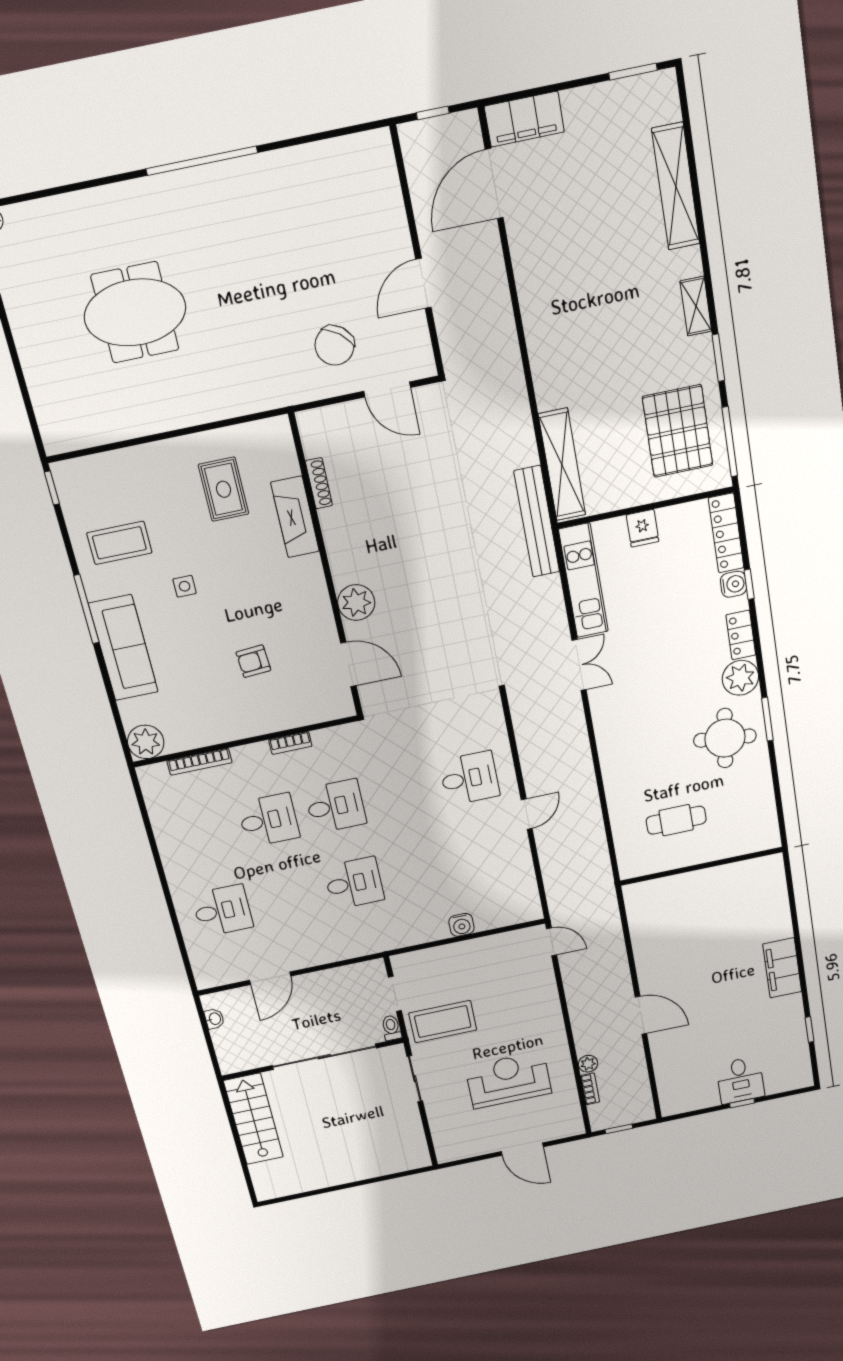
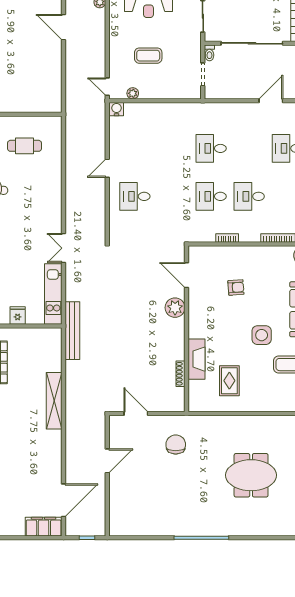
chair: (334, 345) -> (176, 445), moved, turned -38
shelving: (562, 465) -> (54, 401), moved
side table: (185, 586) -> (262, 335), width x1.87, depth x1.87
water cooler: (462, 925) -> (117, 109), moved
plant: (507, 941) -> (133, 93), added
coffee table: (443, 1022) -> (148, 56), moved, width x0.73, depth x0.76

